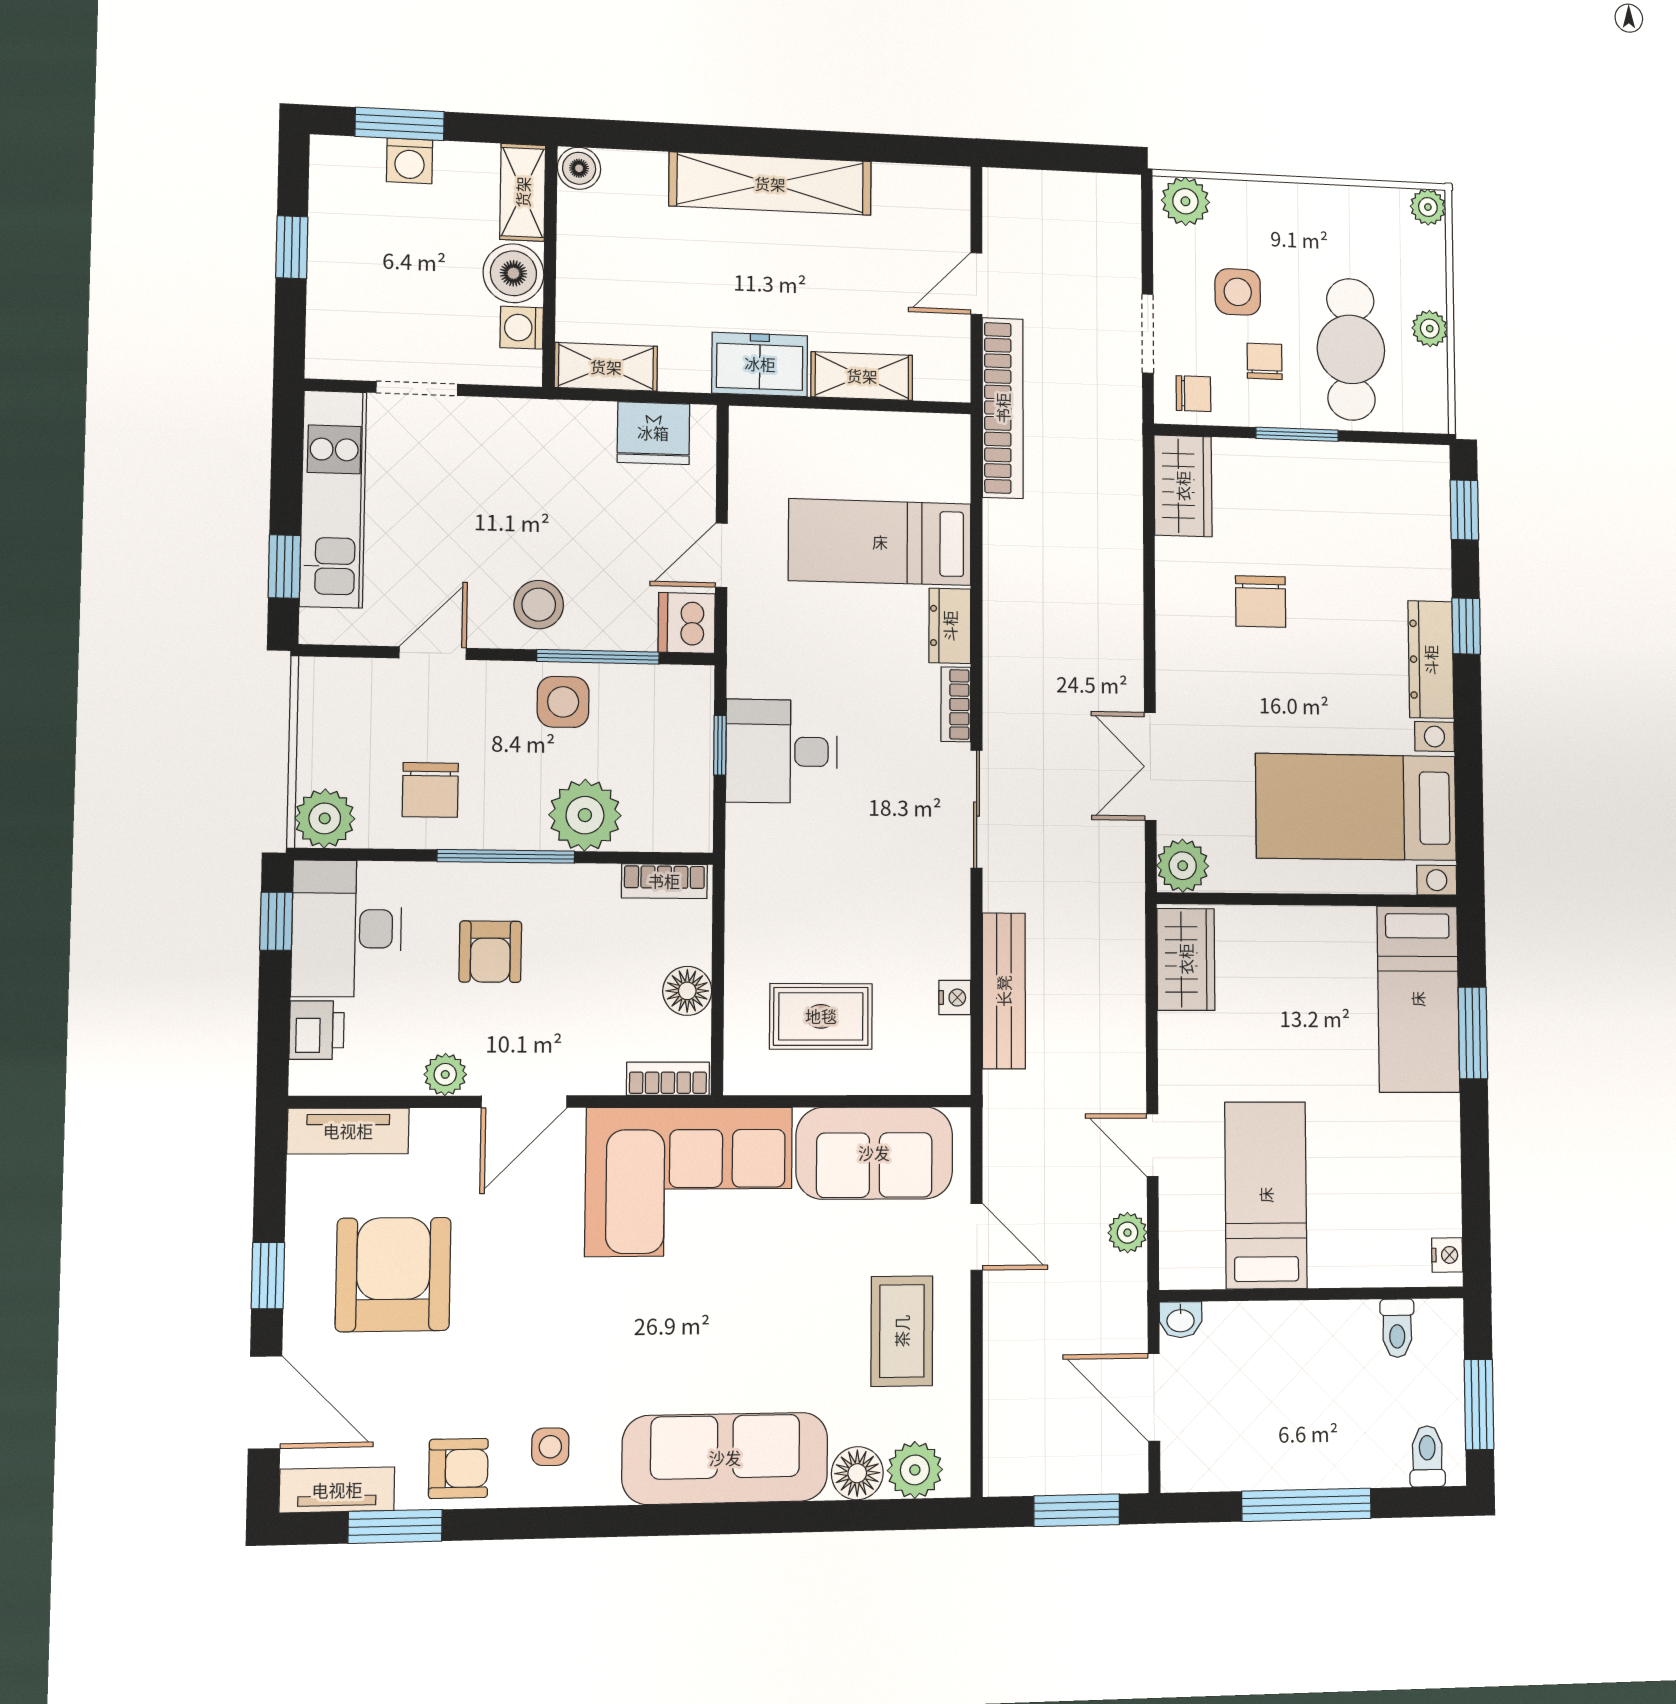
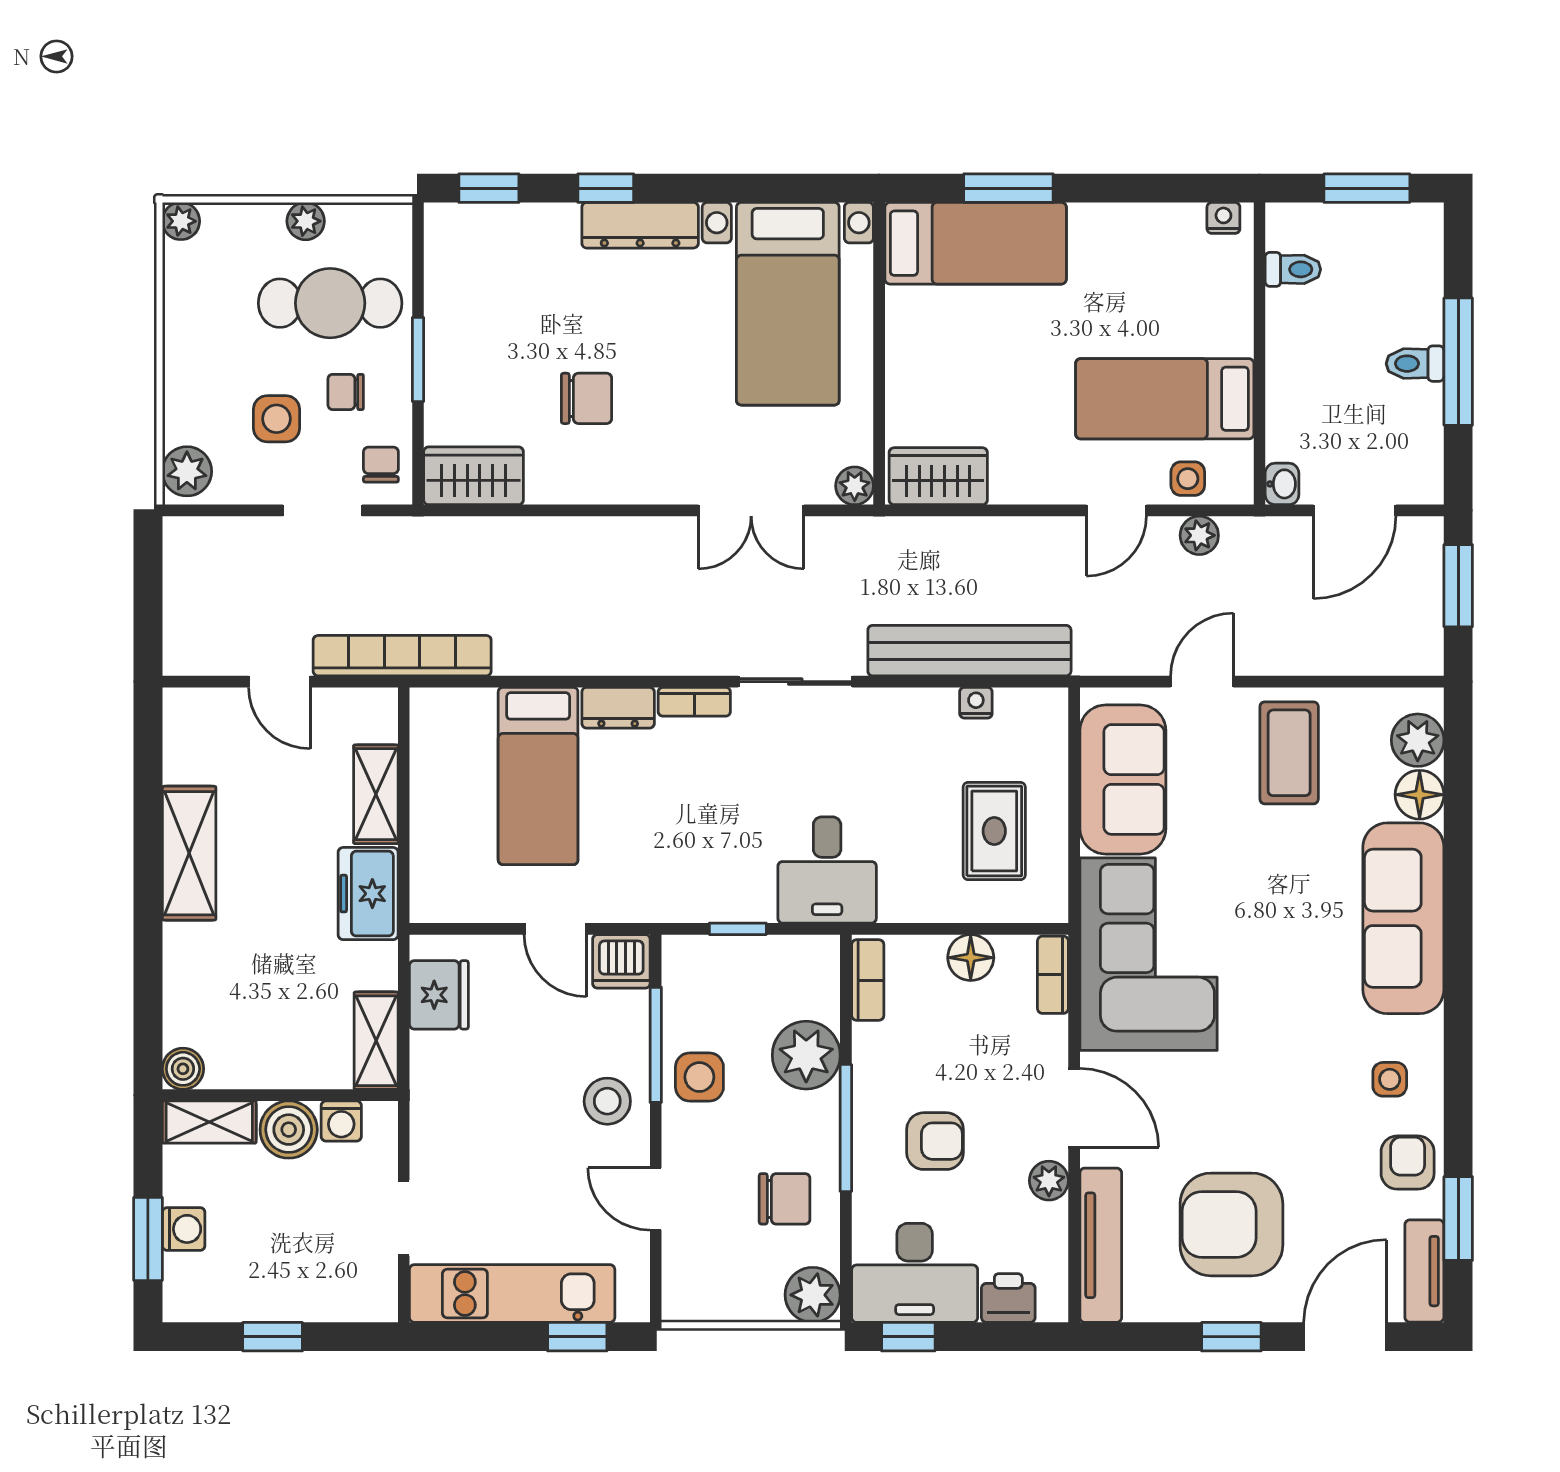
shelving: (770, 184) -> (189, 853), width x0.68
desk: (782, 751) -> (827, 870), moved
plant: (1183, 866) -> (855, 486), width x0.73, depth x0.73
bench: (1004, 991) -> (969, 651), width x1.37, depth x1.21
tv unit: (348, 1131) -> (1101, 1245), width x1.41
side table: (1185, 1220) -> (1188, 479), added
coffee table: (902, 1331) -> (1289, 753), turned 90
toilet: (1427, 1456) -> (1415, 364), moved

